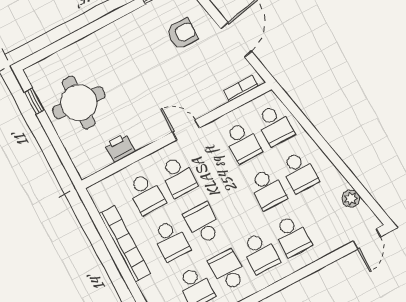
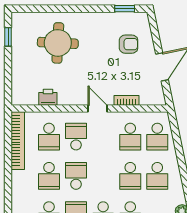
bookcase: (241, 88) -> (126, 100), moved
round table: (79, 103) -> (58, 43), moved
school desk: (178, 177) -> (76, 137), turned 180
bookcase: (125, 244) -> (18, 141), moved

